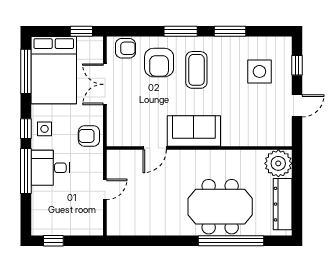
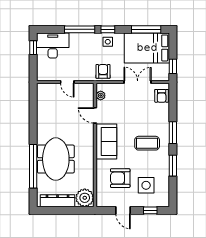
armchair: (159, 63) -> (120, 178), moved
plant: (125, 139) -> (101, 96), added
desk: (50, 168) -> (53, 45), moved, width x1.37

